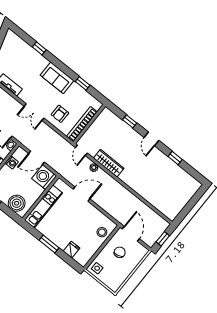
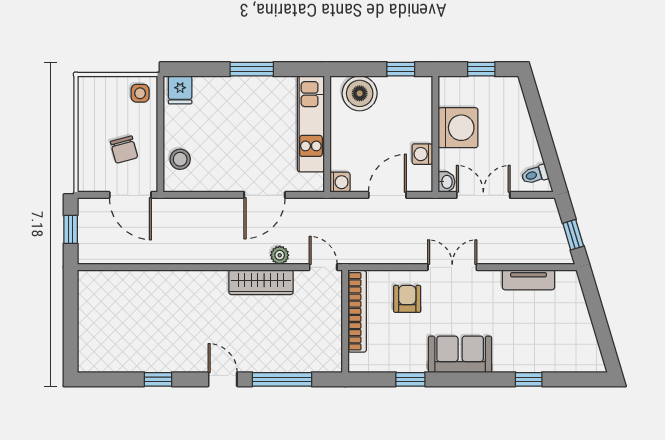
window: (130, 121) -> (282, 379), width x2.17
washing machine: (44, 177) -> (340, 182), width x0.53, depth x0.53
fridge: (72, 250) -> (180, 90), moved

